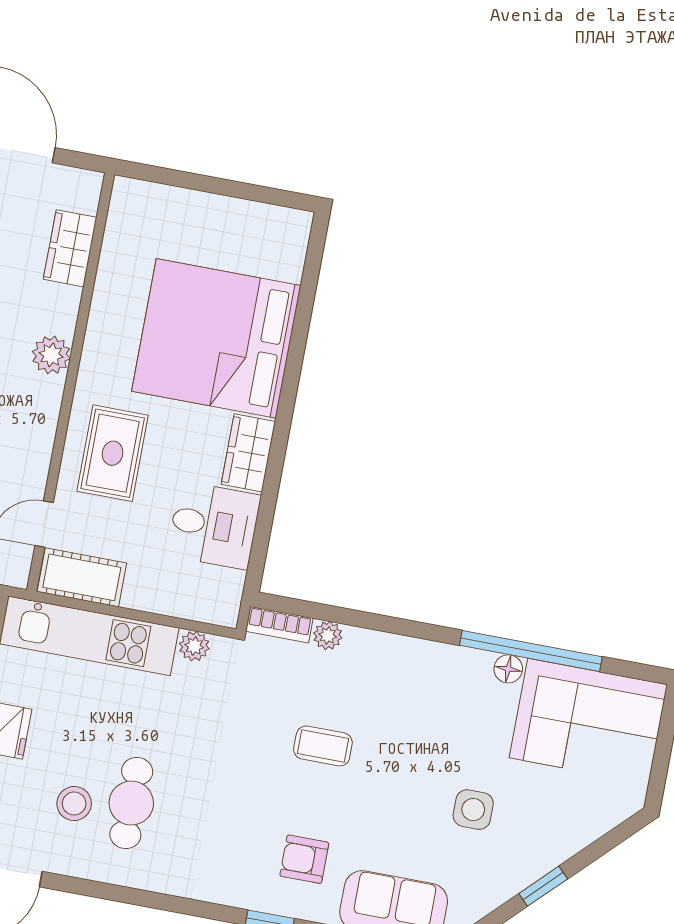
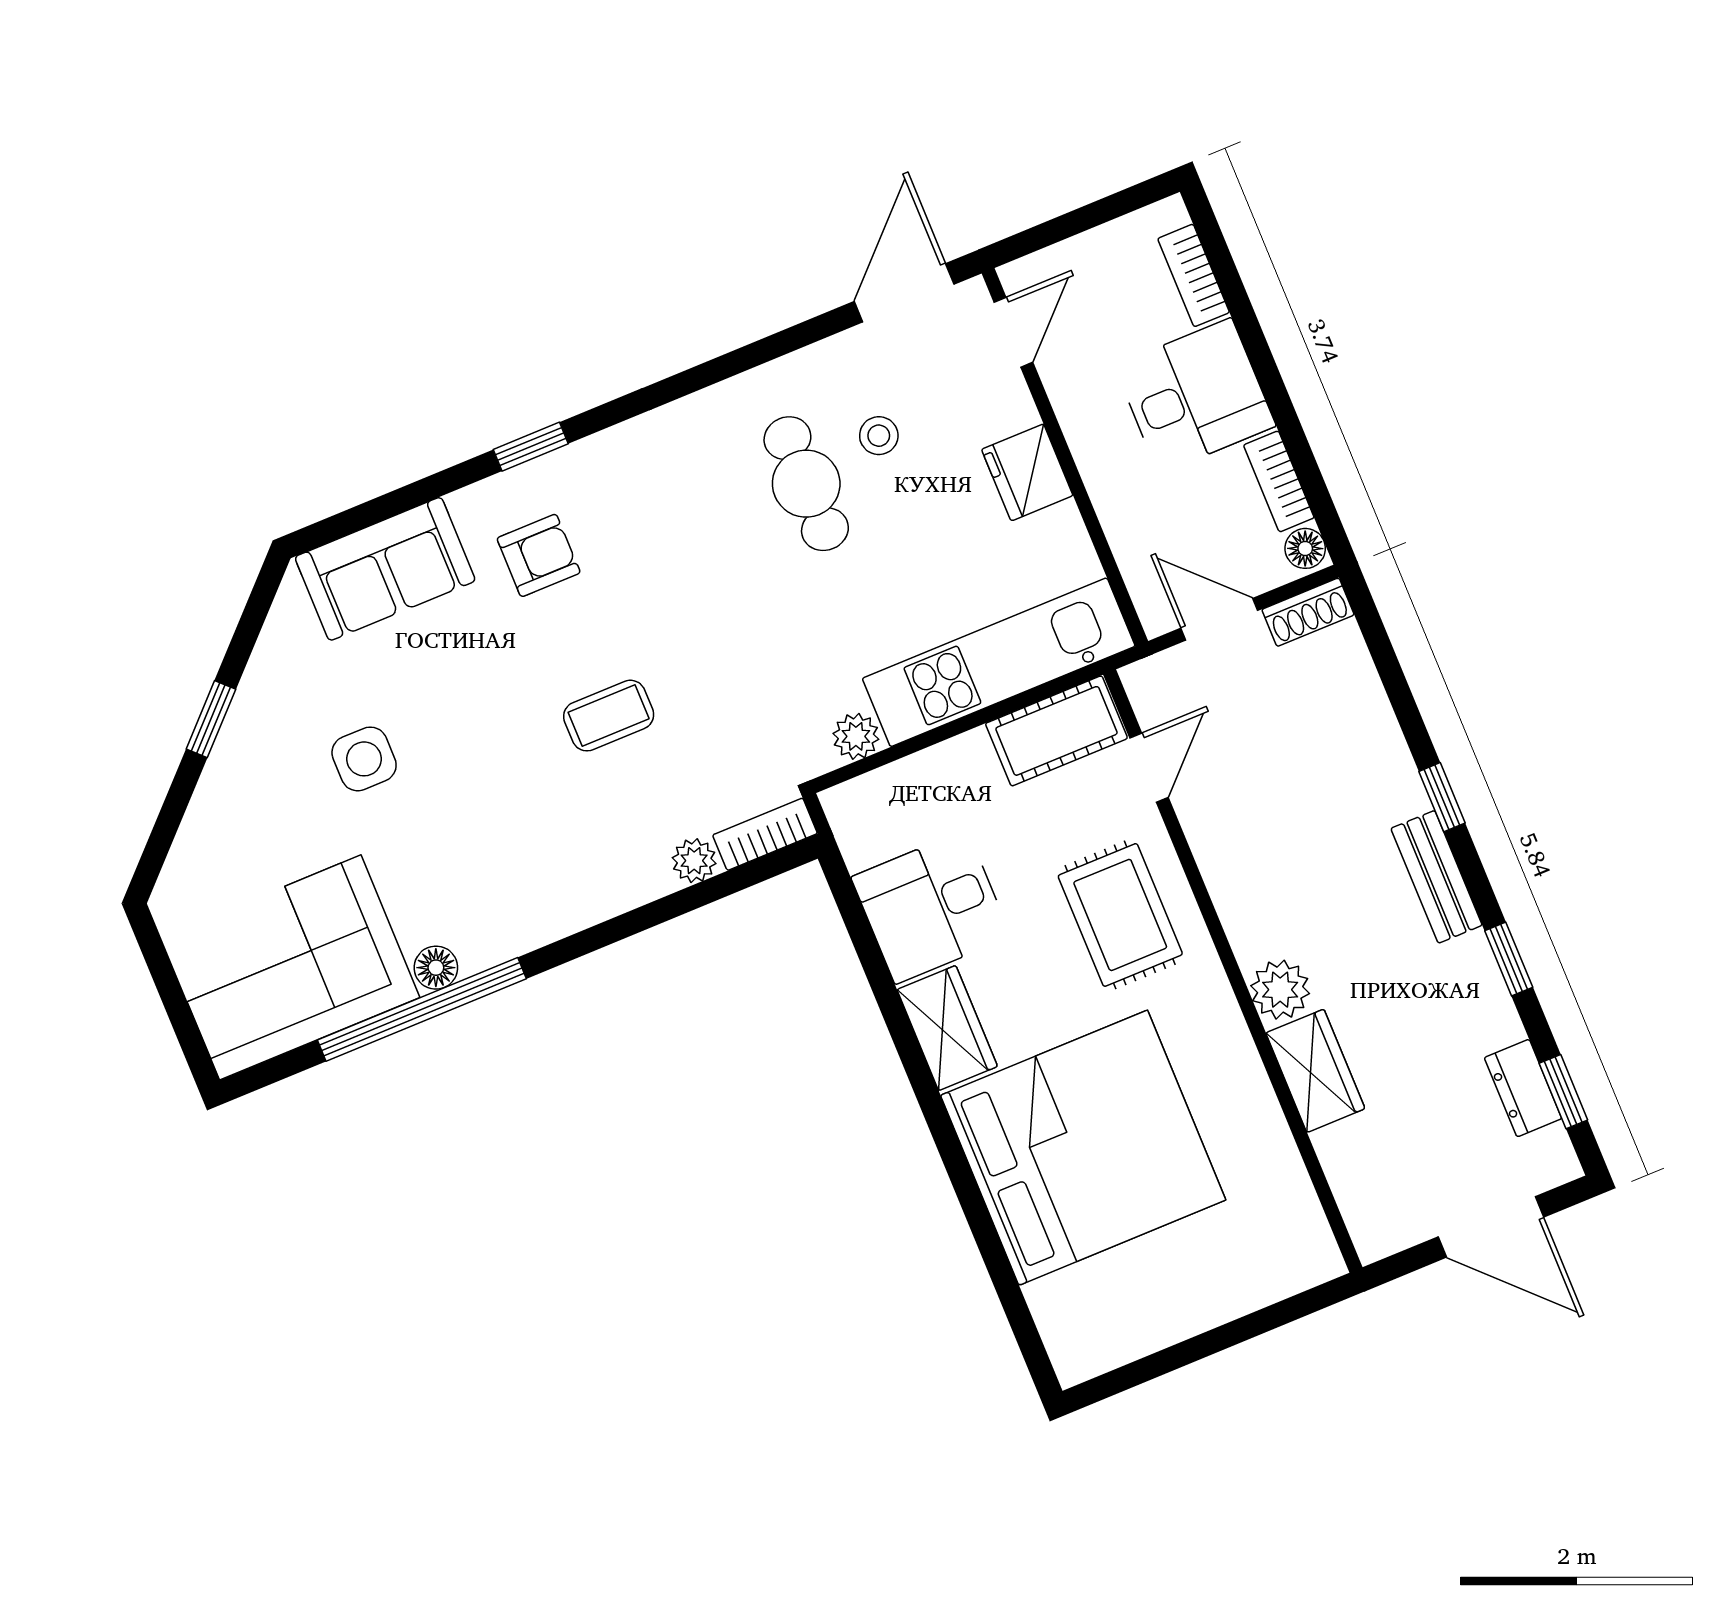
wardrobe: (70, 248) -> (1315, 1071), moved
stool: (74, 804) -> (879, 436), width x0.73, depth x0.73

